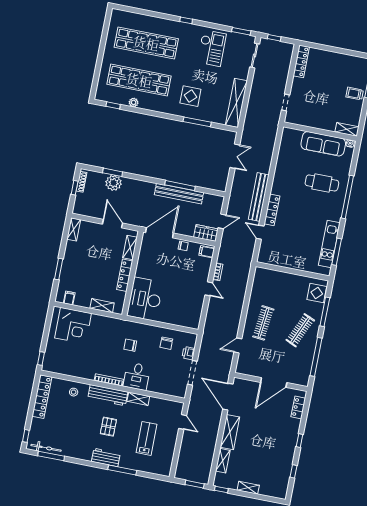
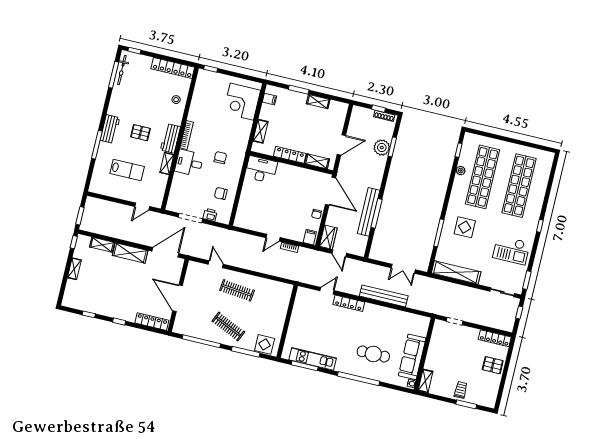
pallet: (328, 62) -> (493, 365), added
cafe table: (322, 183) -> (373, 354), turned 90
bench: (259, 197) -> (384, 296), moved
shelving: (74, 229) -> (318, 102), moved
desk: (145, 299) -> (261, 169), width x0.73, depth x0.77
workbench: (108, 395) -> (170, 138), width x0.73
locker: (298, 408) -> (152, 322), width x1.53

